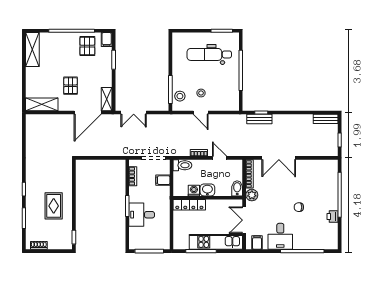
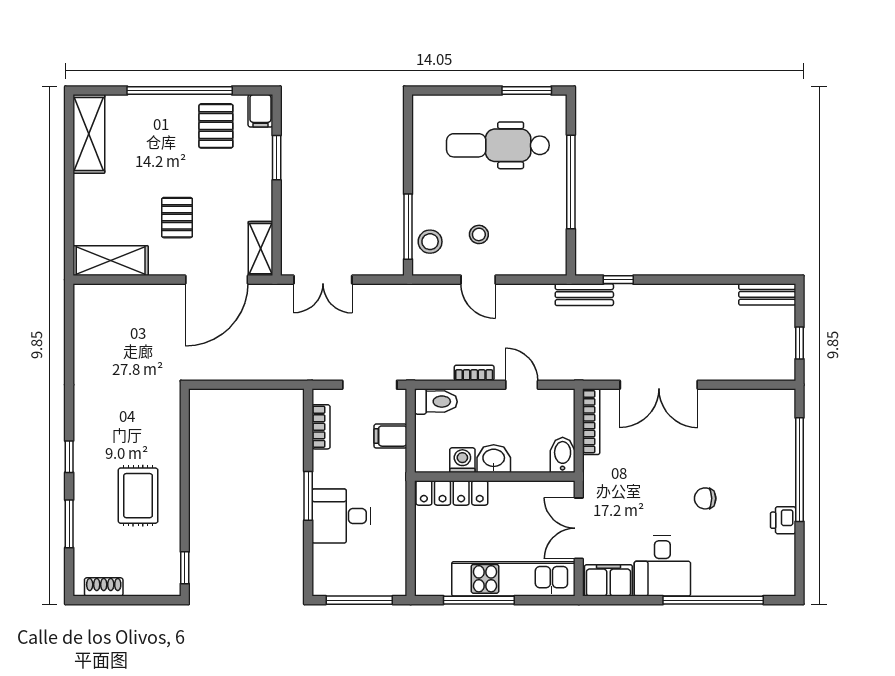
bench: (259, 119) -> (584, 295), moved
plant: (252, 195) -> (596, 470), removed
filing cabinet: (257, 243) -> (608, 580), width x2.00

